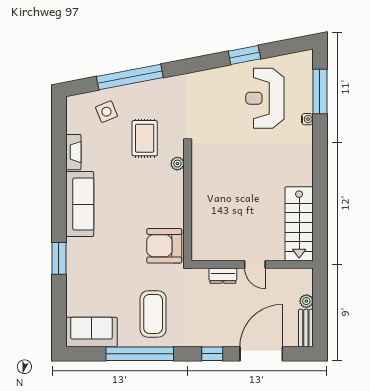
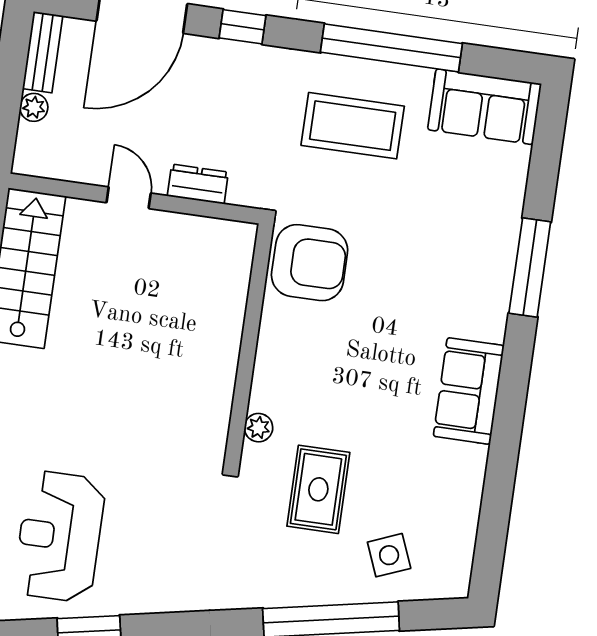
reception desk: (265, 98) -> (59, 536), turned 180
fireplace: (73, 152) -> (469, 482), removed
sofa: (80, 204) -> (469, 391), width x0.73
window: (59, 258) -> (530, 268), width x1.44
coffee table: (153, 314) -> (353, 126), turned 90

